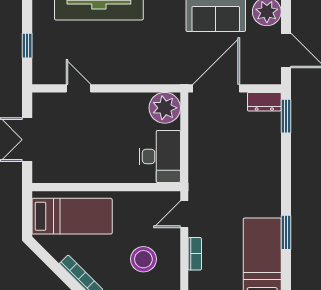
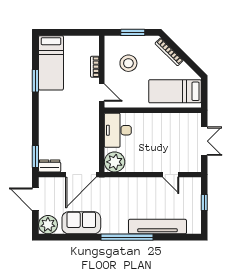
door: (184, 214) -> (102, 93), hinge flipped

